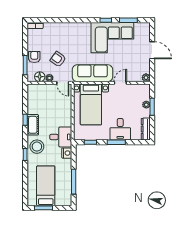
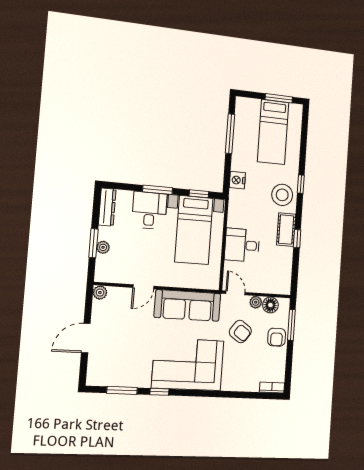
corner sofa: (112, 38) -> (188, 364), moved
door: (152, 50) -> (86, 338), hinge flipped
bed with nightstands: (91, 104) -> (194, 230), moved, turned 180
desk: (61, 137) -> (242, 245), moved

